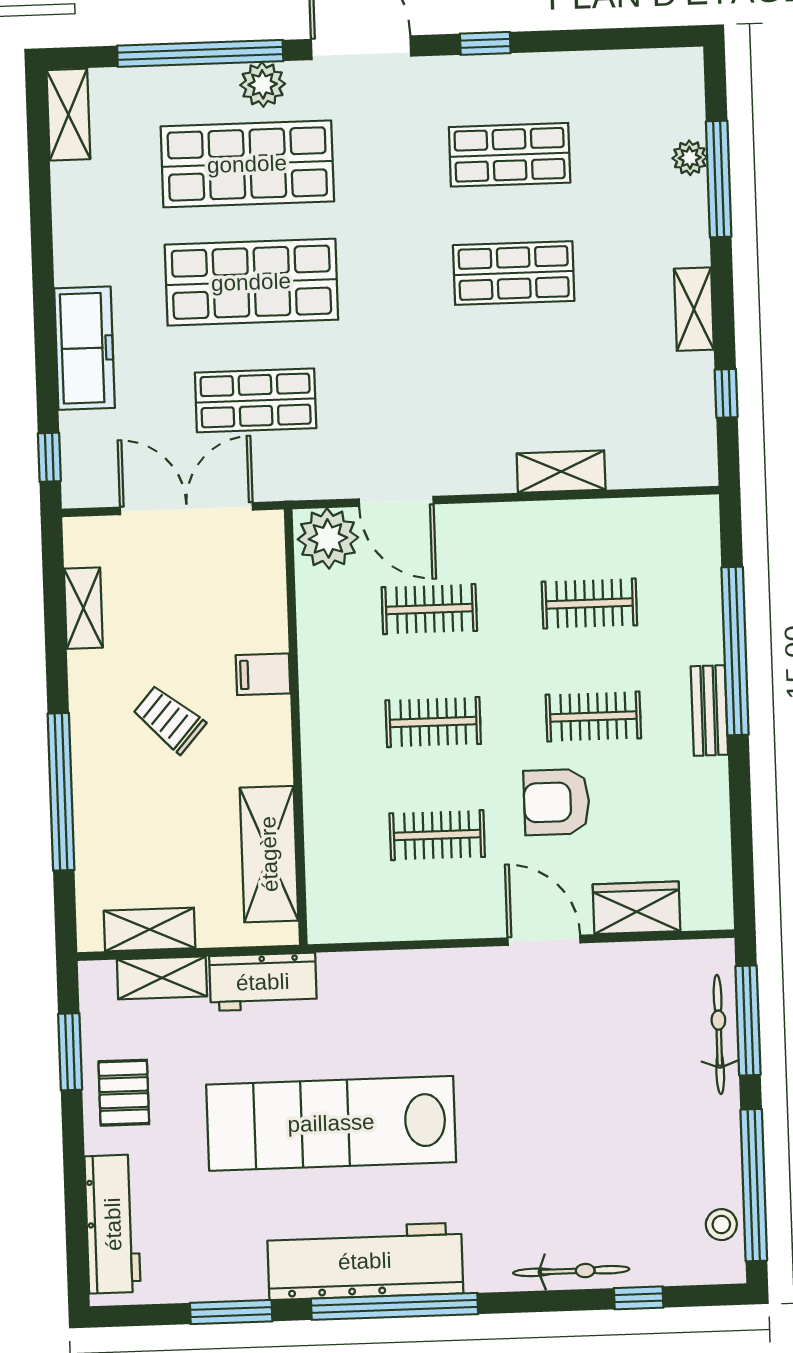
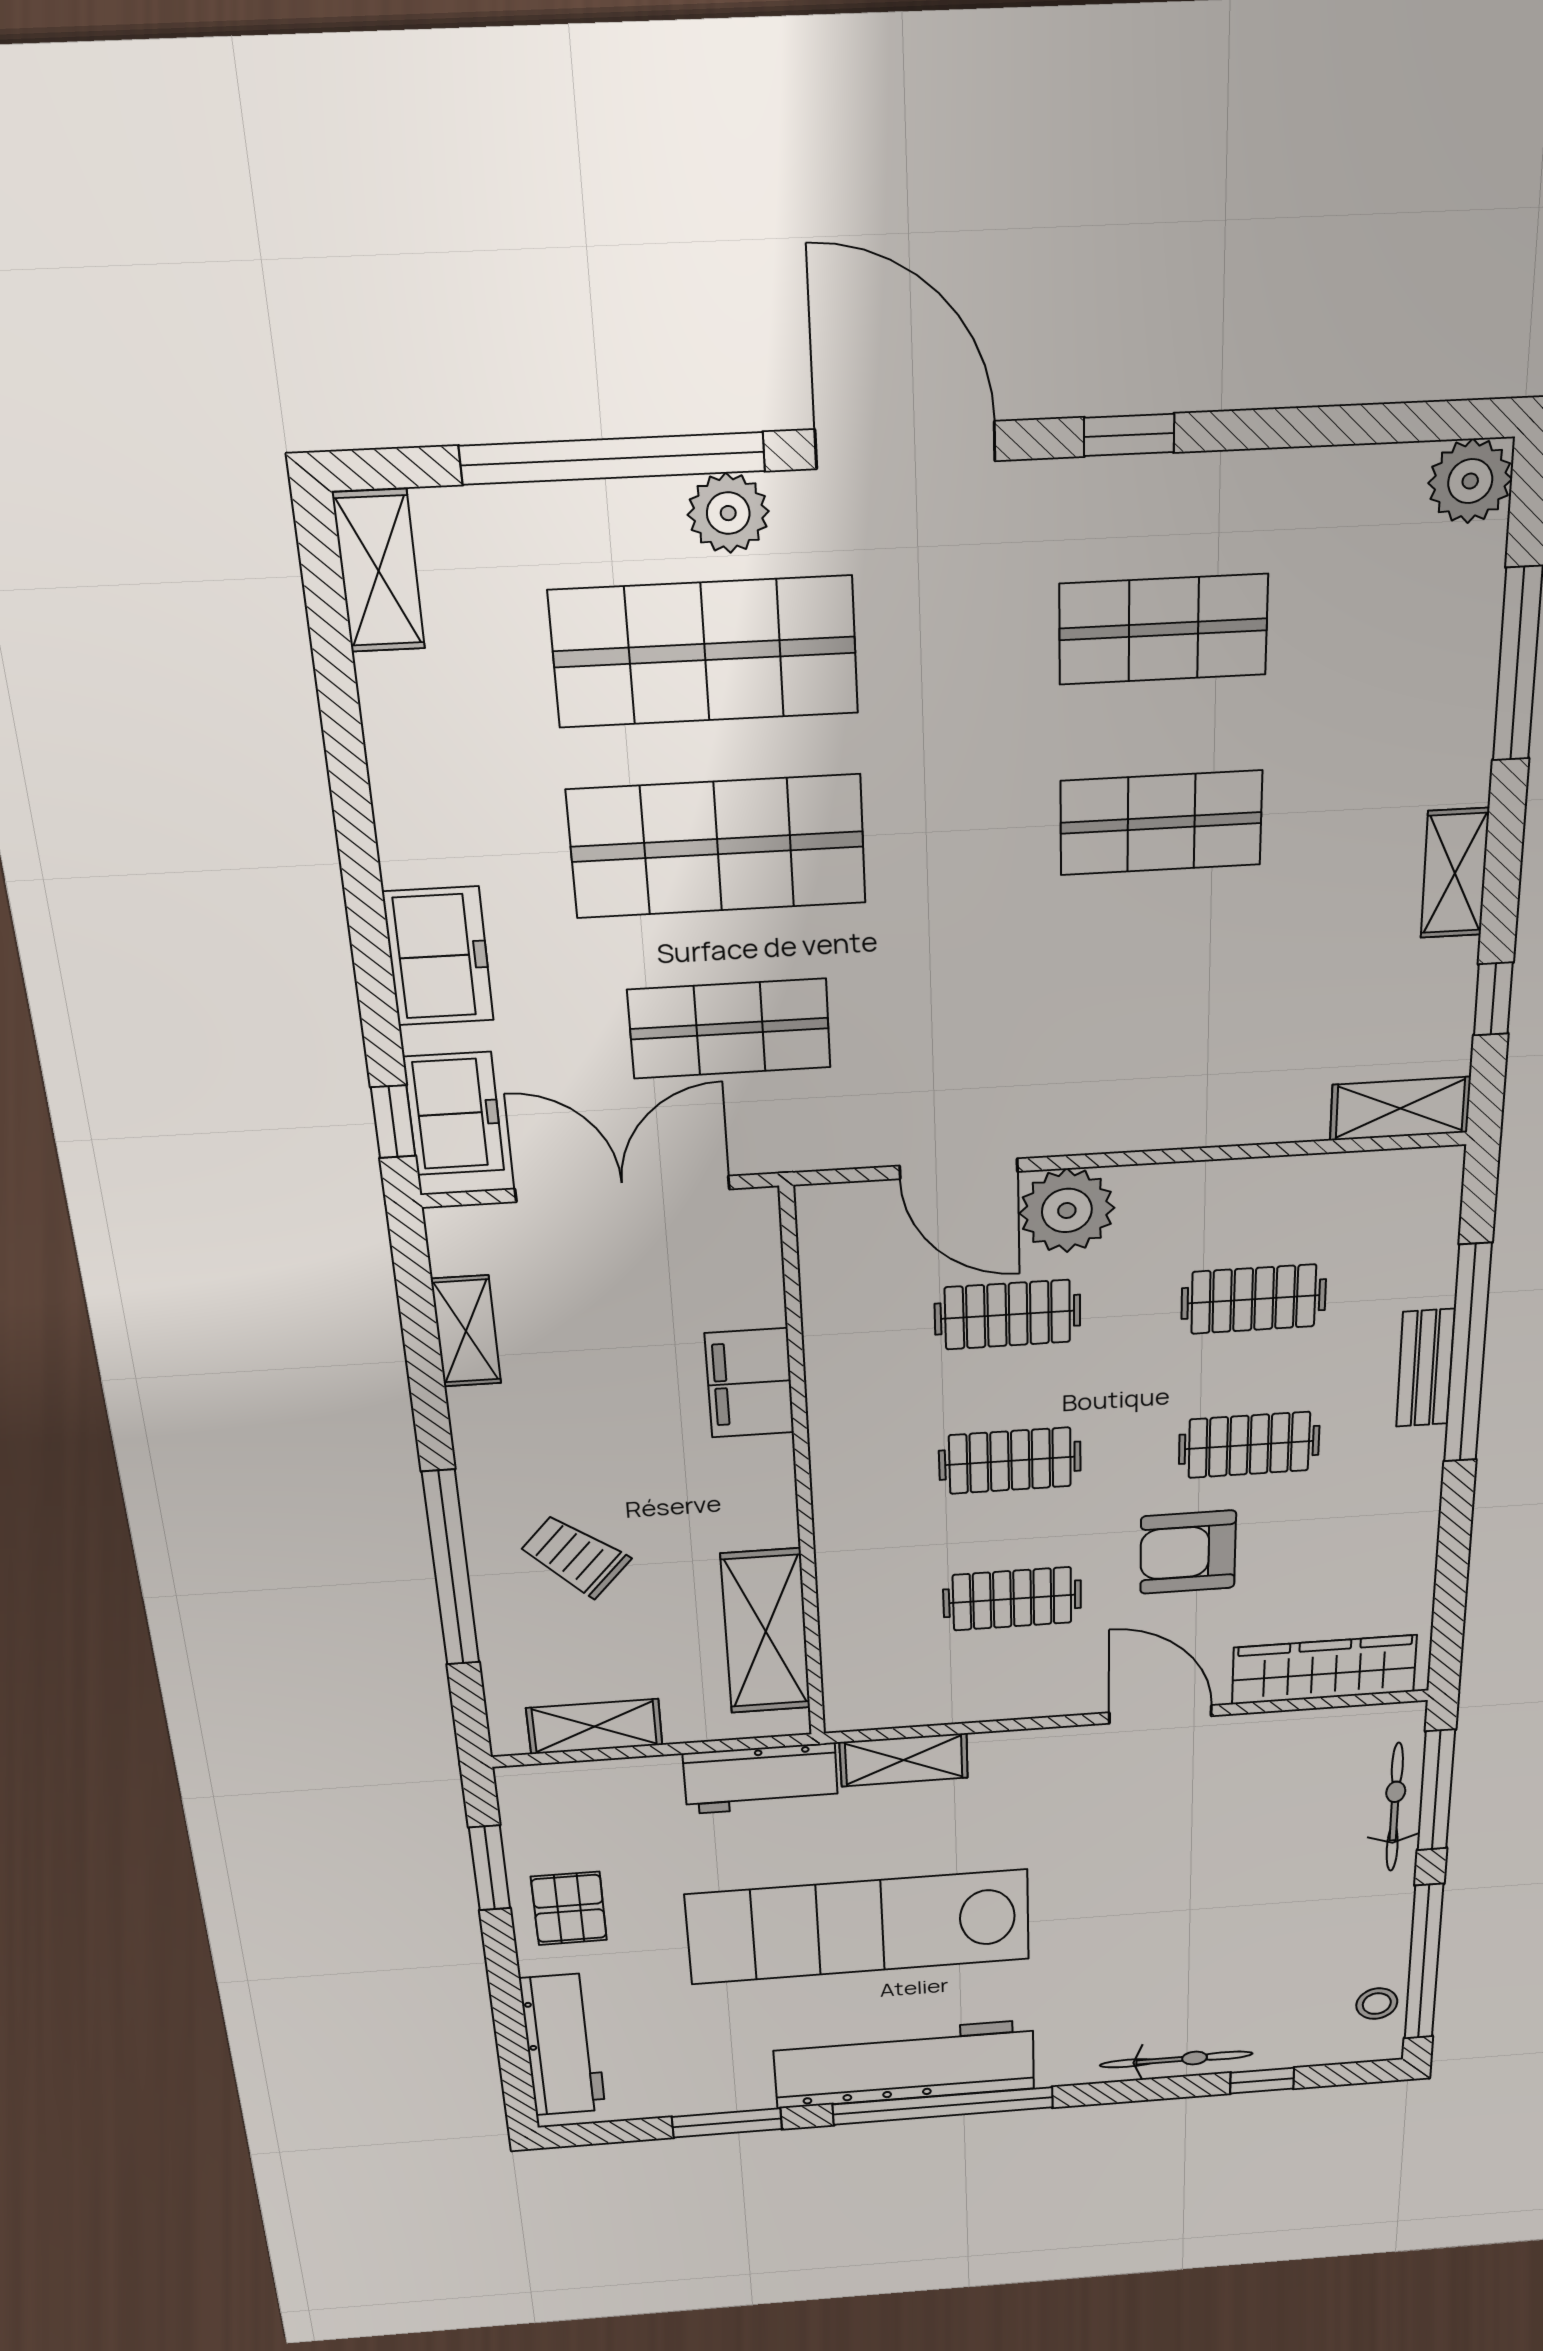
plant: (690, 158) -> (1470, 481), moved, width x1.38, depth x1.38
freezer: (84, 348) -> (438, 956), width x0.71
freezer: (86, 453) -> (454, 1114), added
shelving: (561, 472) -> (1400, 1109), moved
plant: (328, 538) -> (1067, 1211), moved
filing cabinet: (263, 674) -> (750, 1383), width x2.00
bench: (709, 710) -> (1425, 1368), moved
trolley: (169, 719) -> (575, 1556), moved
wardrobe: (637, 908) -> (1324, 1670), width x1.50
shelving: (162, 978) -> (904, 1760), moved

